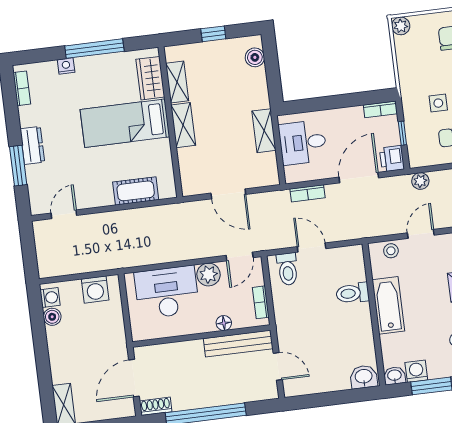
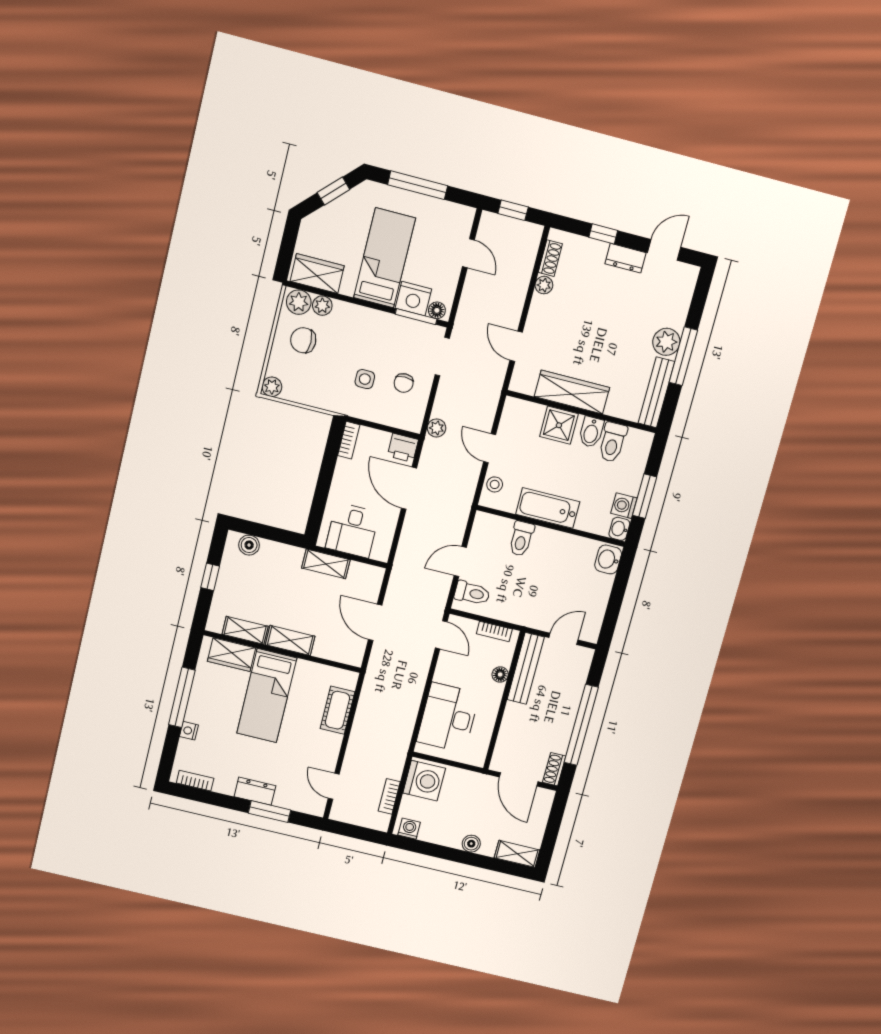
window: (402, 133) -> (381, 427), removed
bookcase: (307, 193) -> (389, 796), moved, turned 180
door: (228, 194) -> (375, 622), swing flipped
plant: (209, 275) -> (447, 671), removed
washing machine: (95, 289) -> (424, 781), width x1.37, depth x1.37
boiler: (52, 317) -> (471, 844), moved

